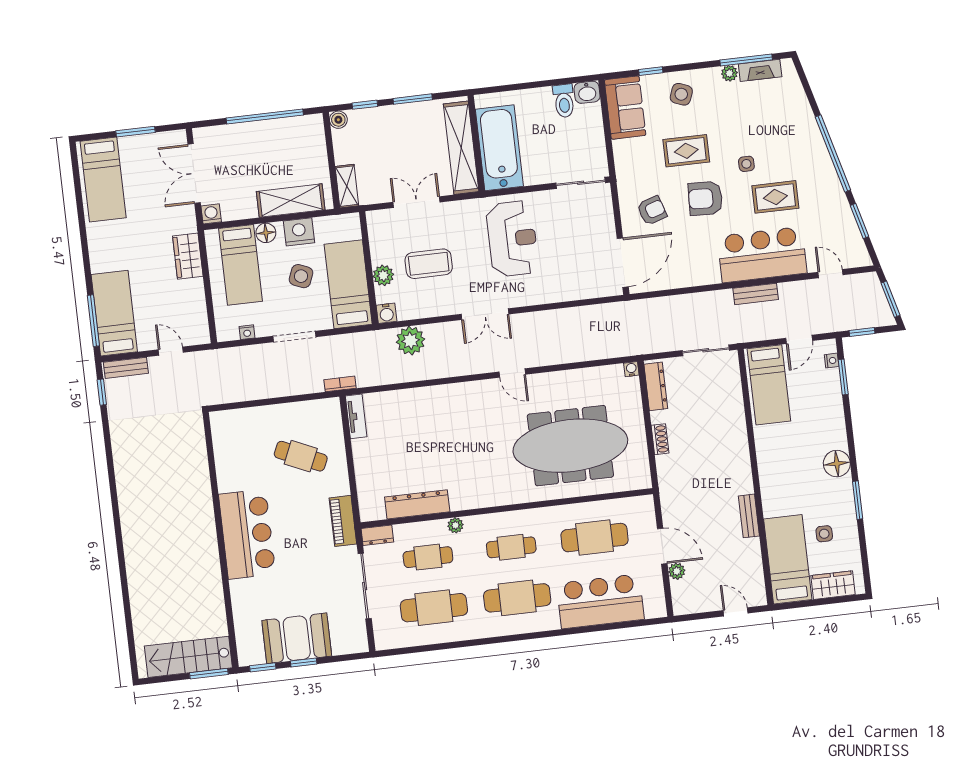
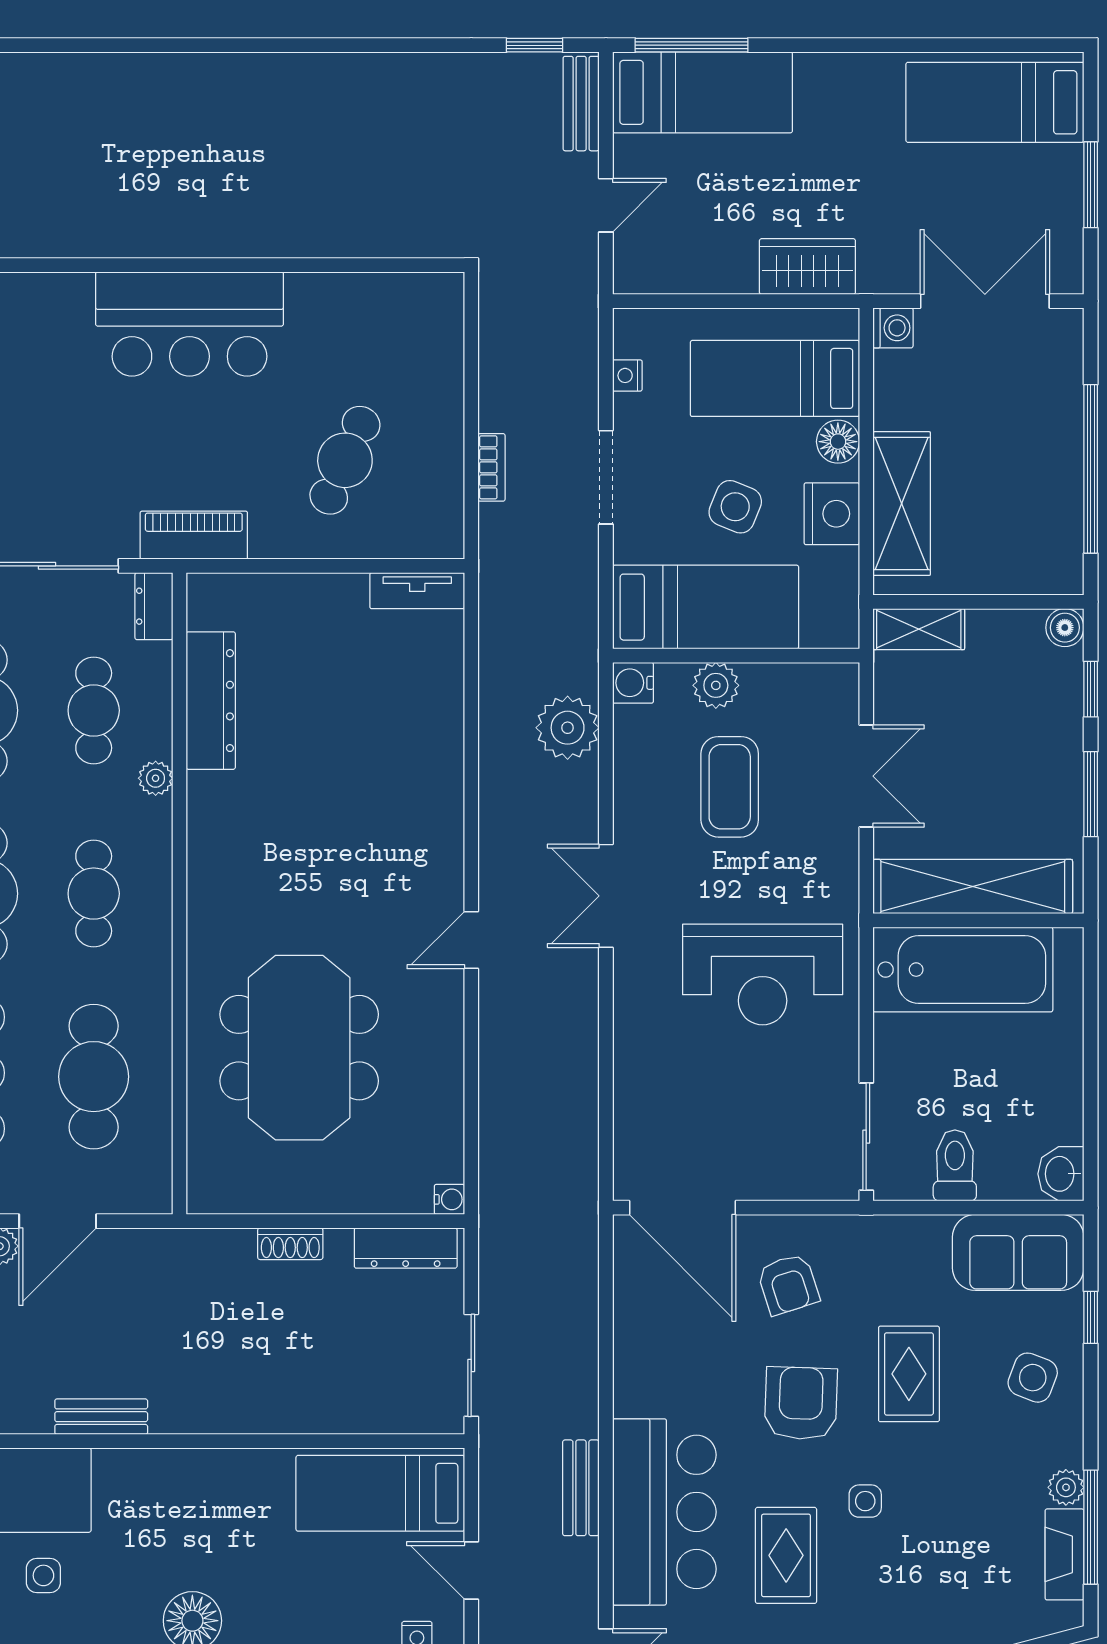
toilet: (564, 101) -> (955, 1165), moved, turned 90
bookcase: (340, 384) -> (492, 467), moved
meeting table: (570, 446) -> (299, 1048), width x0.73

